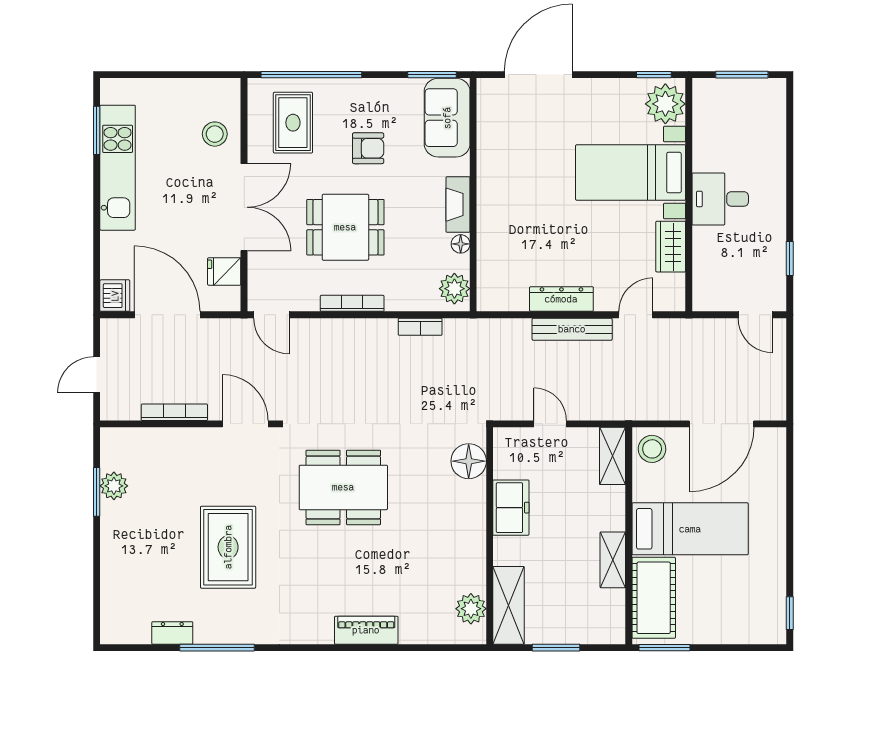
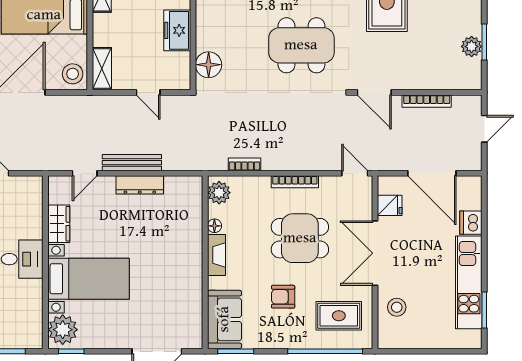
rug: (293, 123) -> (339, 316), turned 90
dishwasher: (115, 296) -> (471, 223), moved

